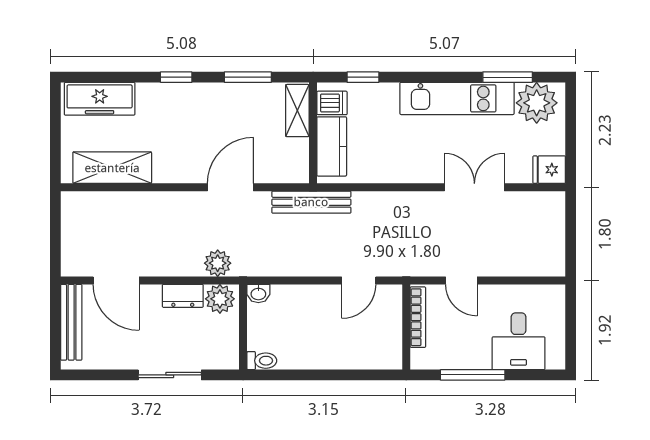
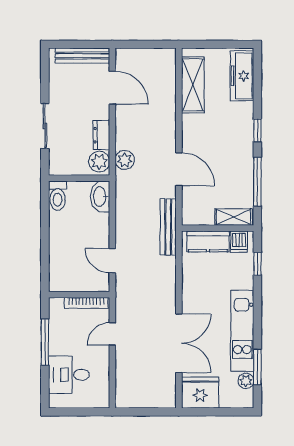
window: (248, 77) -> (257, 182), width x1.44
plant: (537, 103) -> (246, 381), width x0.53, depth x0.53
fridge: (549, 170) -> (200, 393), width x1.88, depth x1.34
double door: (474, 187) -> (179, 343), width x1.37
door: (116, 280) -> (112, 88), swing flipped
washbasin: (258, 293) -> (100, 197), width x1.91, depth x1.45
toilet: (262, 361) -> (58, 196), width x1.37, depth x1.39

